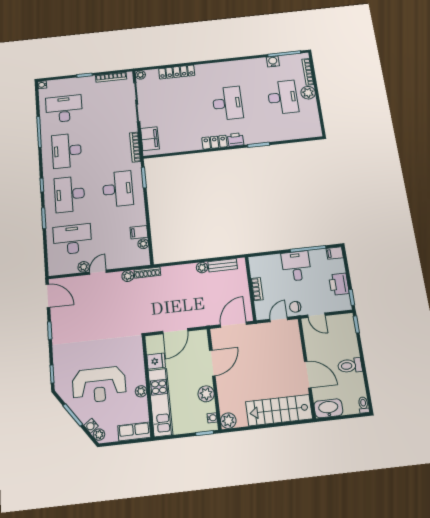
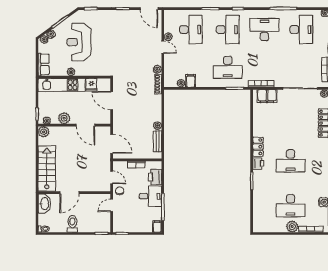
desk: (69, 194) -> (228, 30), turned 90
printer: (339, 284) -> (155, 177), moved, turned -90
door: (48, 296) -> (149, 9), hinge flipped

